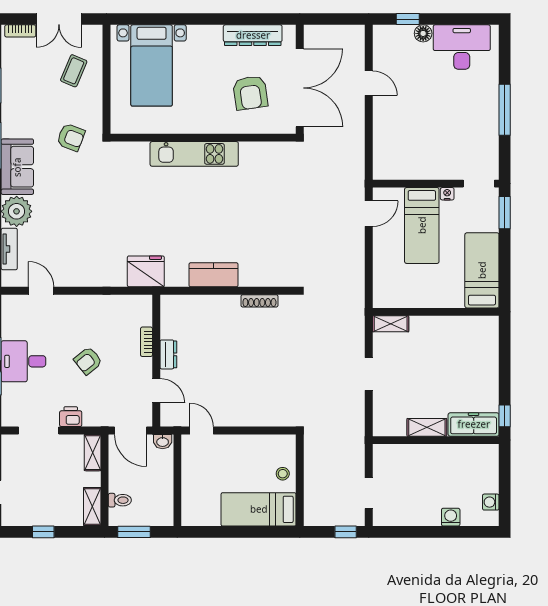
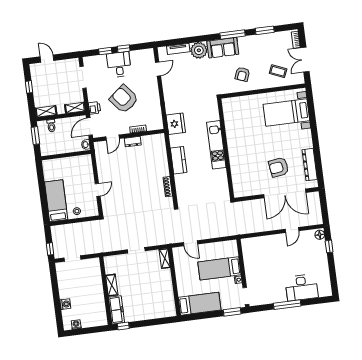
floor lamp: (423, 33) -> (320, 235), moved
desk: (462, 47) -> (302, 288), moved, turned 90
wall: (203, 138) -> (226, 148), moved
kitchen unit: (194, 154) -> (216, 145), moved
door: (369, 214) -> (190, 243), moved
armchair: (88, 361) -> (124, 99), width x1.88, depth x1.88
printer: (71, 417) -> (95, 108), moved
door: (202, 431) -> (98, 190), moved

